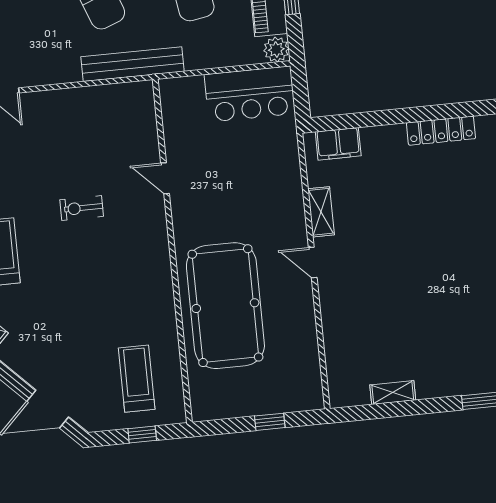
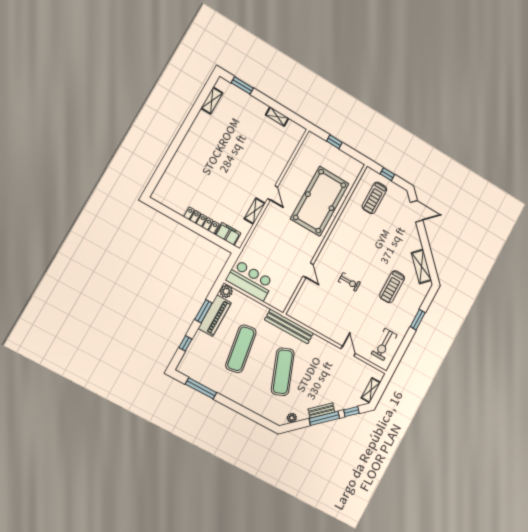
locker: (441, 131) -> (201, 220), moved

